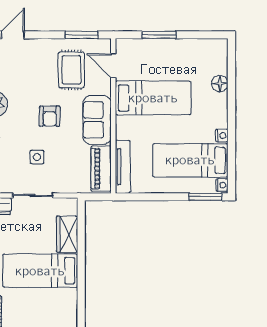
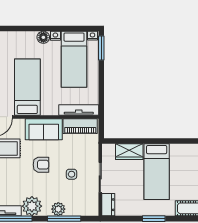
floor lamp: (220, 84) -> (43, 37), moved

